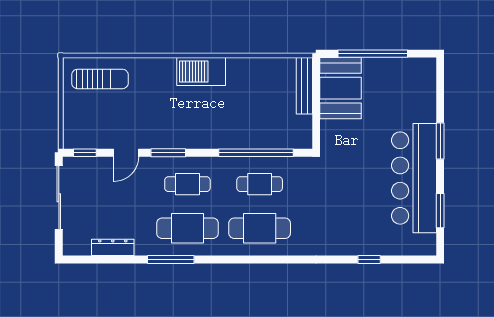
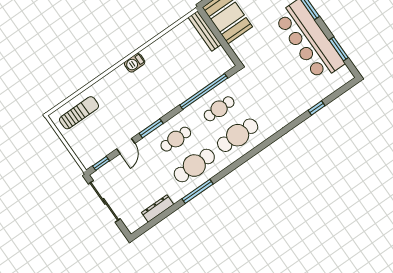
barbecue: (201, 71) -> (135, 63), width x0.53, depth x0.65

